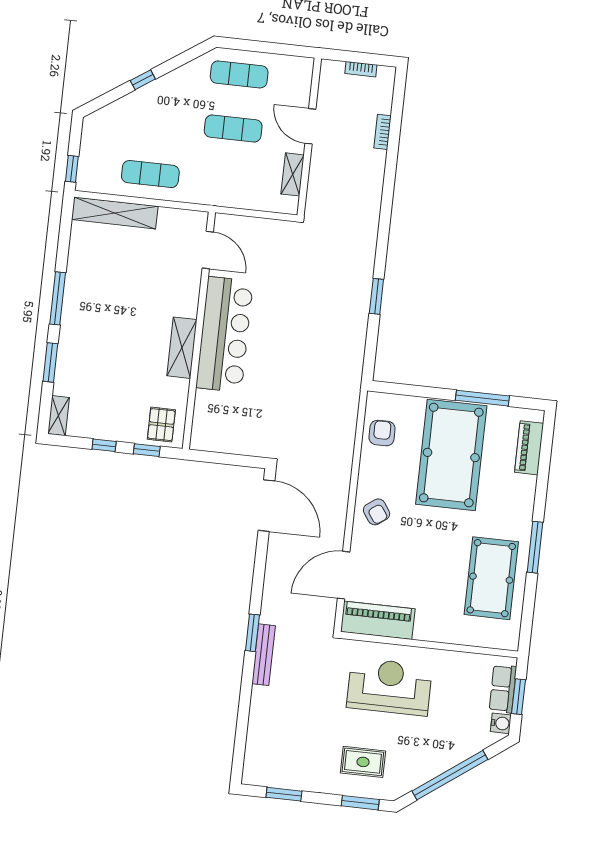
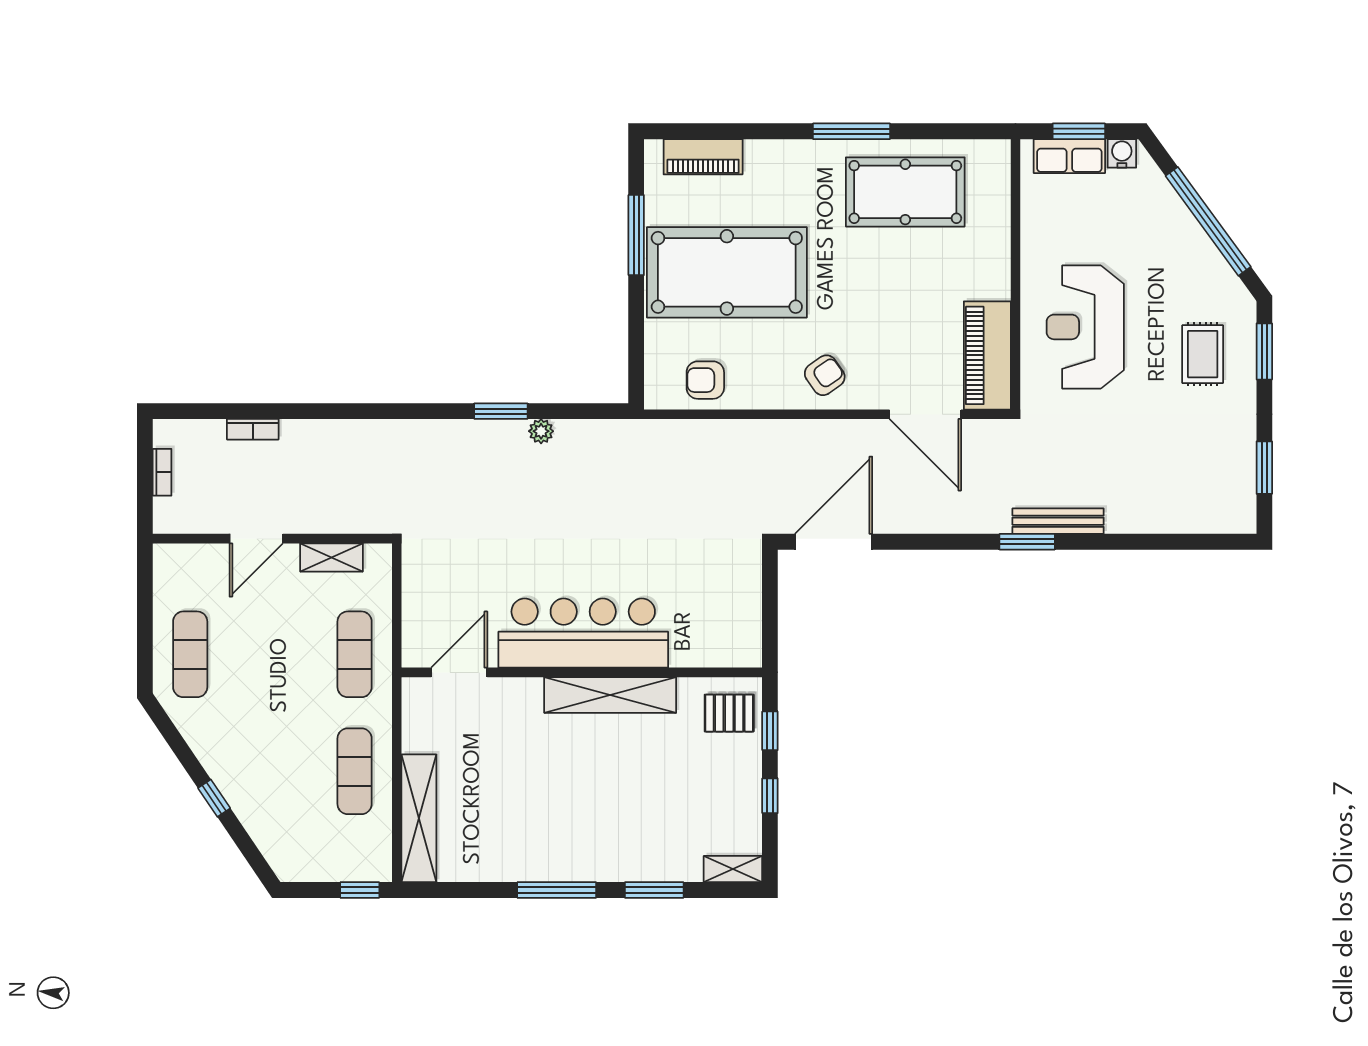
exercise mat: (233, 129) -> (355, 654), moved
plant: (360, 321) -> (541, 431), added
shelving: (182, 348) -> (610, 695), width x1.47

